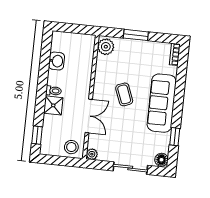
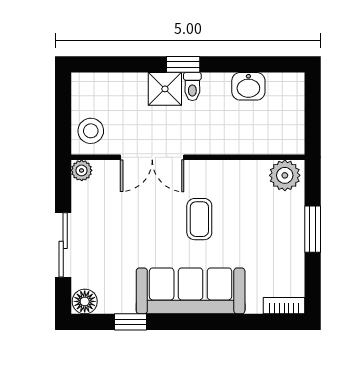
coffee table: (124, 94) -> (199, 219), turned -69
window: (37, 135) -> (183, 64), moved

